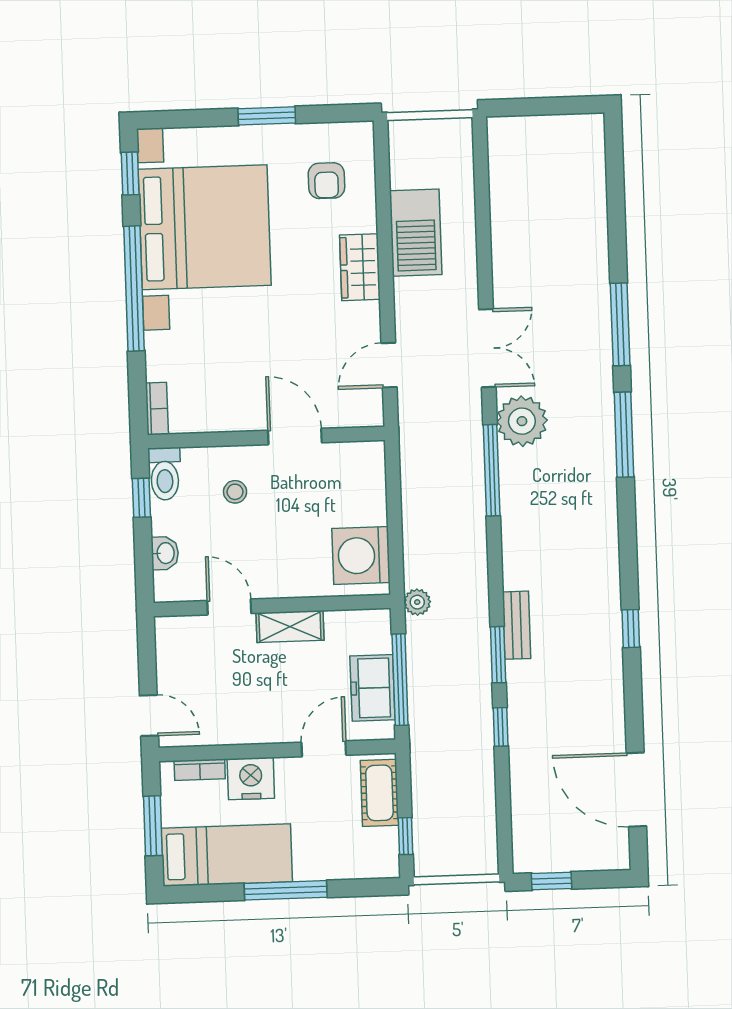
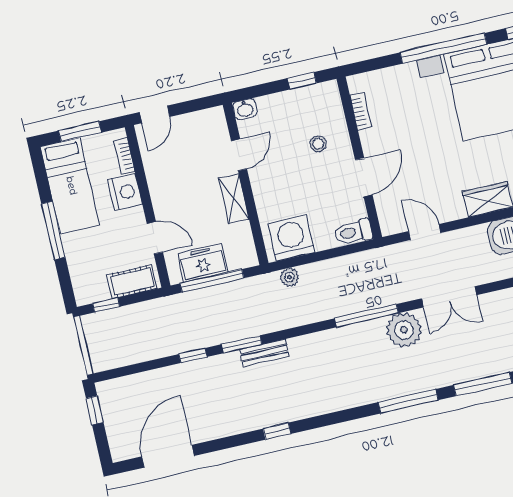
bookcase: (157, 409) -> (361, 111), moved, turned -90
toilet: (165, 474) -> (353, 232), moved
washbasin: (165, 553) -> (245, 109), moved
plant: (417, 602) -> (289, 277), moved

